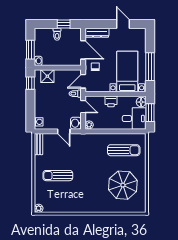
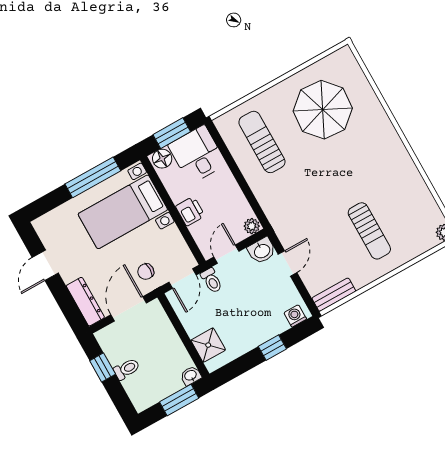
door: (83, 81) -> (183, 279), hinge flipped
window: (30, 83) -> (272, 348), moved

